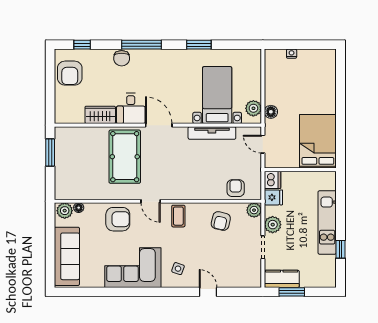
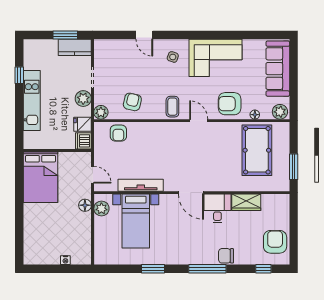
chair: (122, 58) -> (226, 256), turned -90
pool table: (125, 157) -> (257, 150), moved
floor lamp: (79, 208) -> (255, 115), moved

